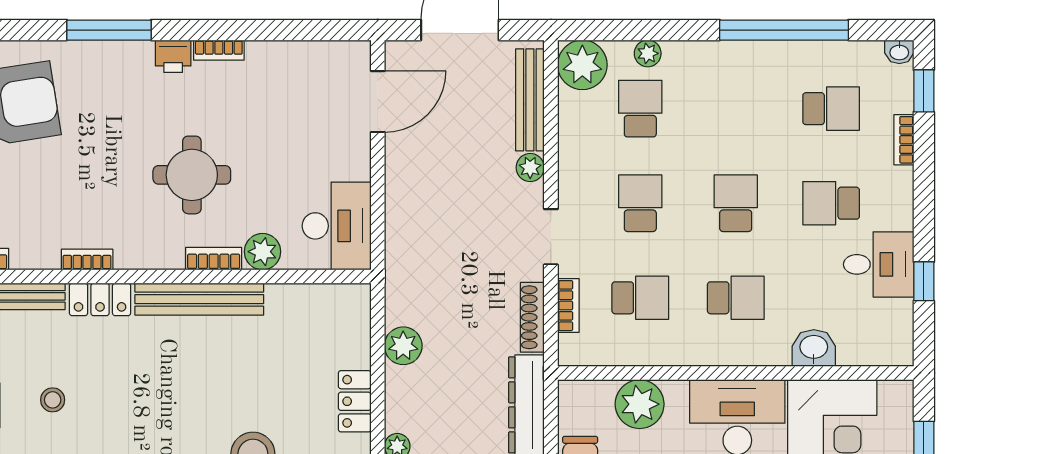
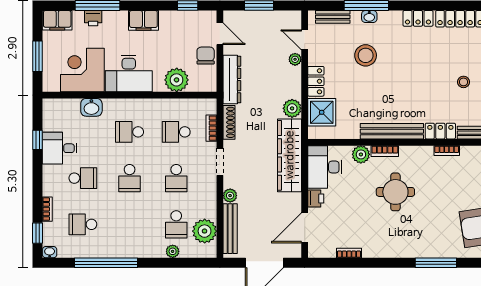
bookcase: (219, 50) -> (349, 253), moved
printer: (173, 56) -> (316, 198), moved, turned 90
plant: (582, 65) -> (205, 231), moved
wardrobe: (409, 250) -> (290, 155), added
shower: (343, 338) -> (322, 112), added

